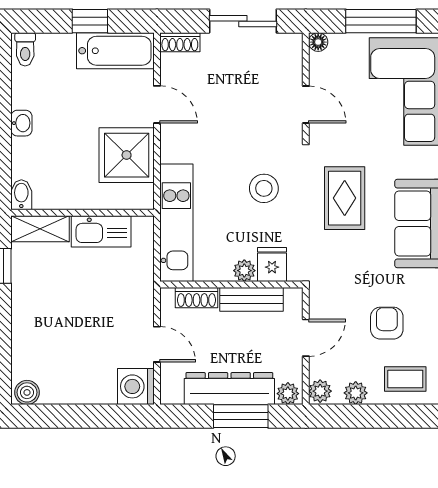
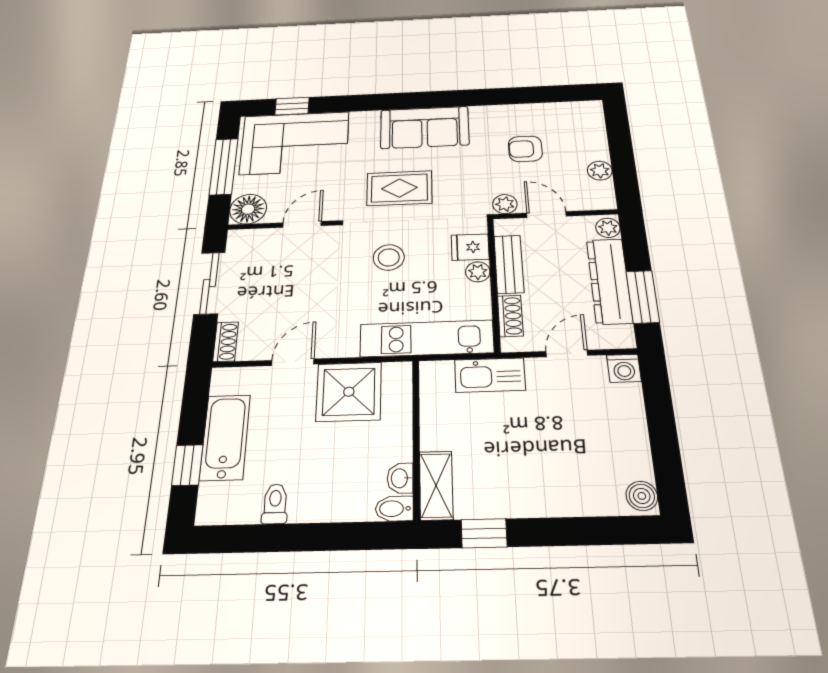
window: (90, 21) -> (187, 465), moved
floor lamp: (318, 42) -> (248, 209), width x1.89, depth x1.89
toilet: (25, 49) -> (275, 504), moved, turned -90
bathtub: (115, 51) -> (225, 437), moved
washbasin: (21, 123) -> (400, 478), moved, turned -90
kitchen sink: (101, 231) -> (490, 375), moved, turned 90
coffee table: (405, 379) -> (580, 132), removed
washing machine: (136, 386) -> (624, 368), width x0.73, depth x0.73
plant: (320, 391) -> (505, 204), moved
window: (241, 416) -> (643, 297), moved

